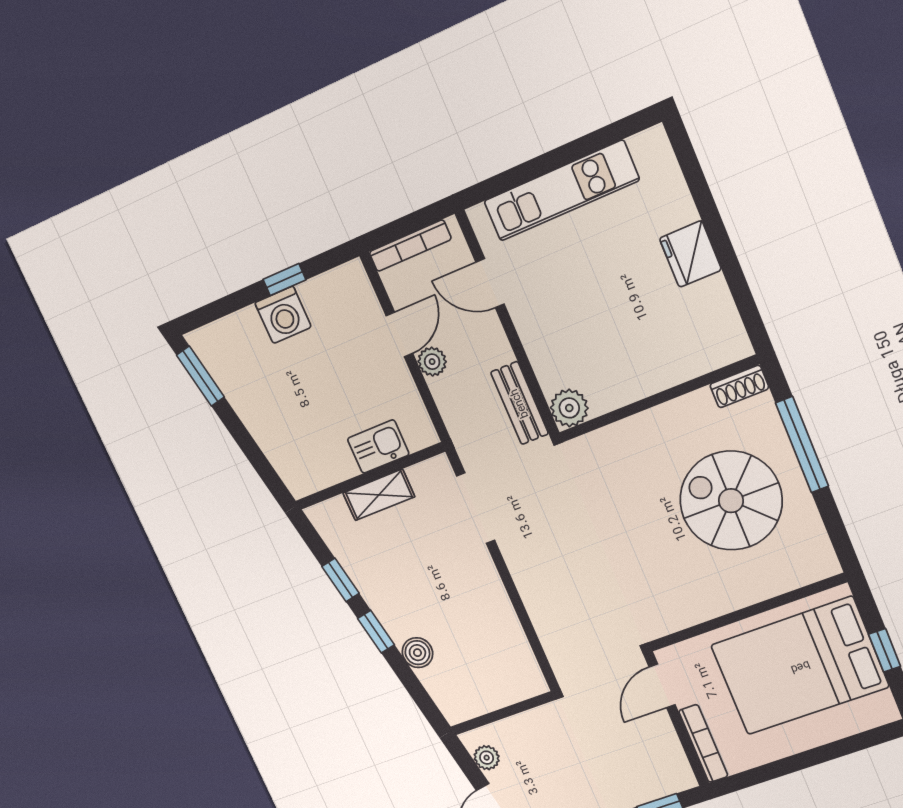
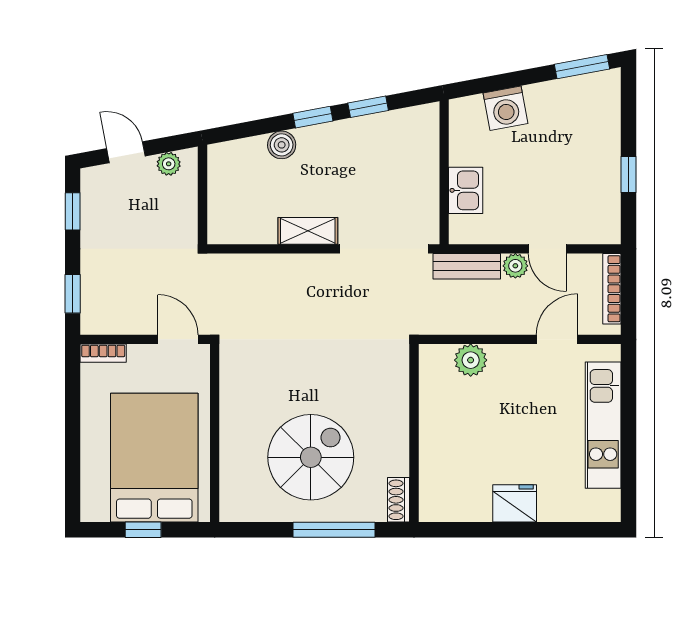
washing machine: (283, 315) -> (506, 108), moved, turned -101
bench: (520, 403) -> (467, 266), moved
plant: (569, 408) -> (471, 360), moved
shelving: (379, 495) -> (308, 231), moved, turned 90
doorway: (476, 508) -> (384, 249), width x1.36
bookcase: (703, 744) -> (103, 353), width x0.64

